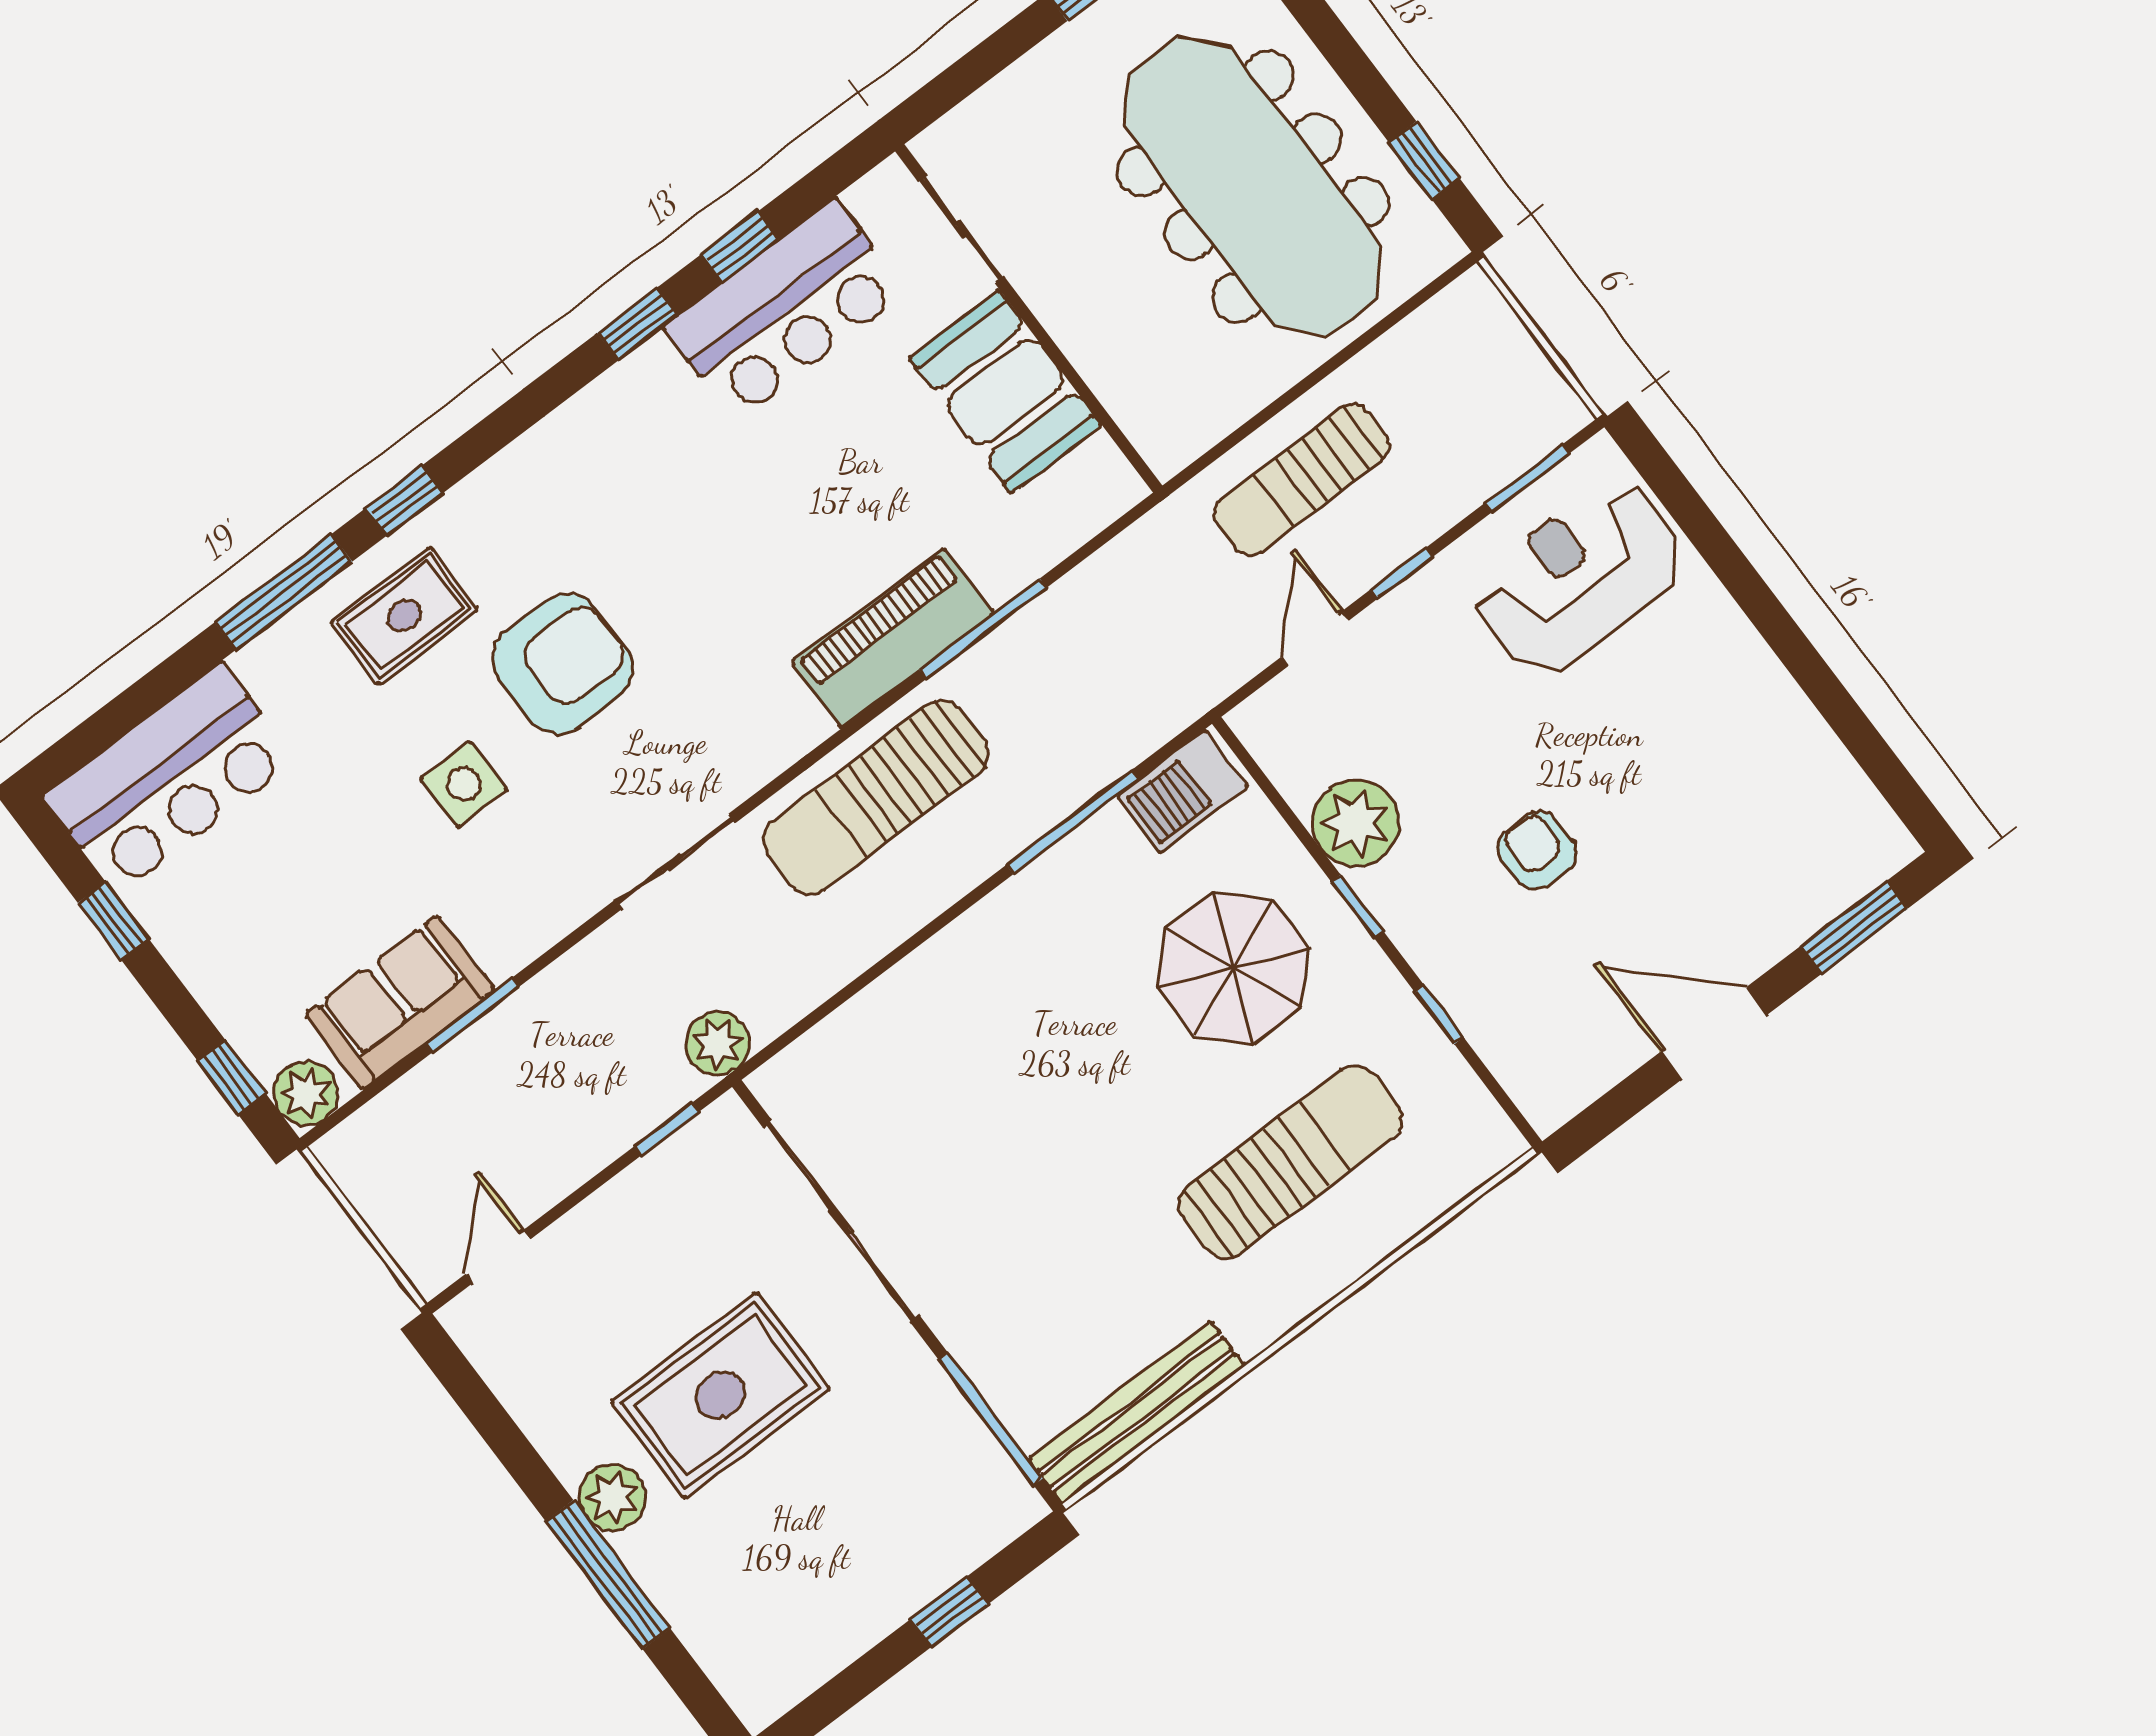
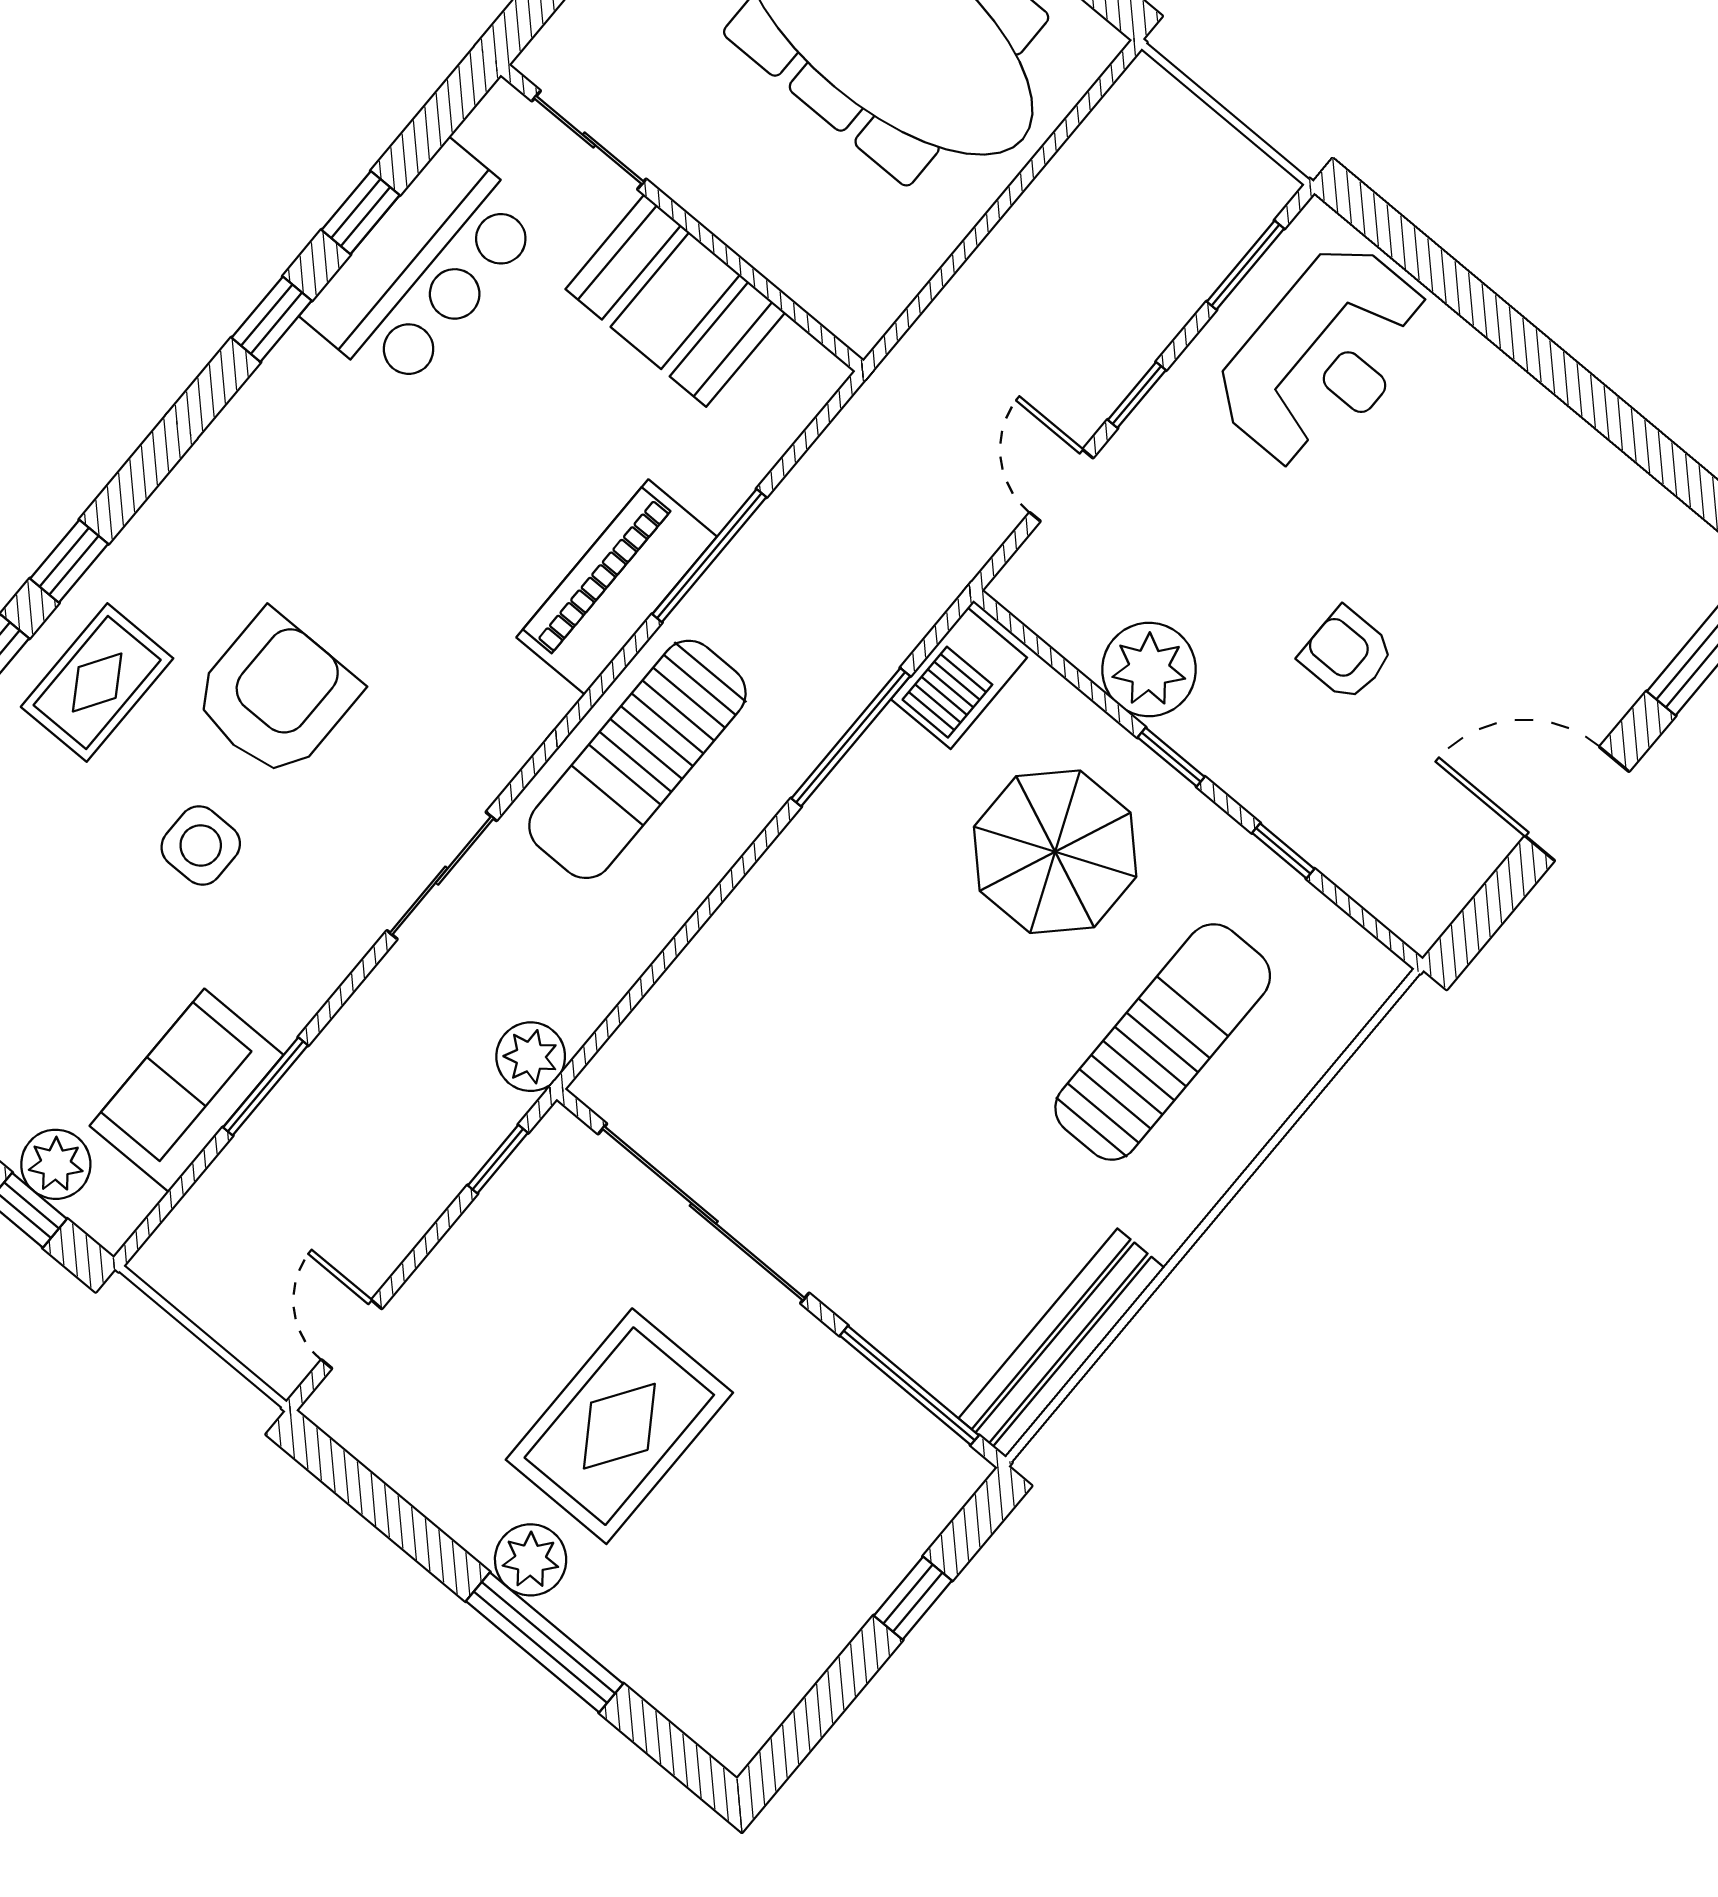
sun lounger: (1301, 480) -> (1008, 321), removed
reception desk: (1579, 577) -> (1324, 357), turned 180
plant: (306, 1093) -> (56, 1164), moved

